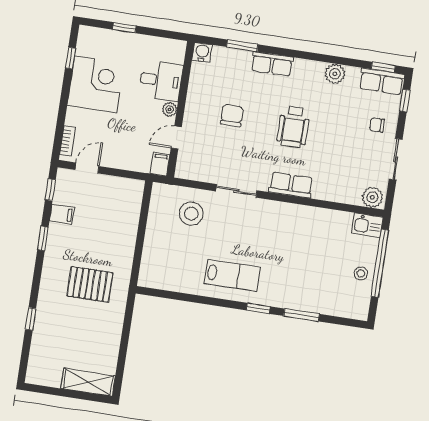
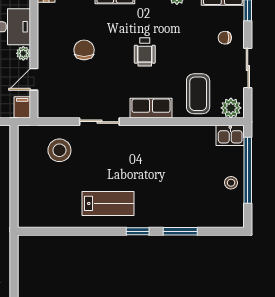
wheelchair: (293, 127) -> (145, 52), width x0.73, depth x0.73
coffee table: (341, 178) -> (198, 94), added

